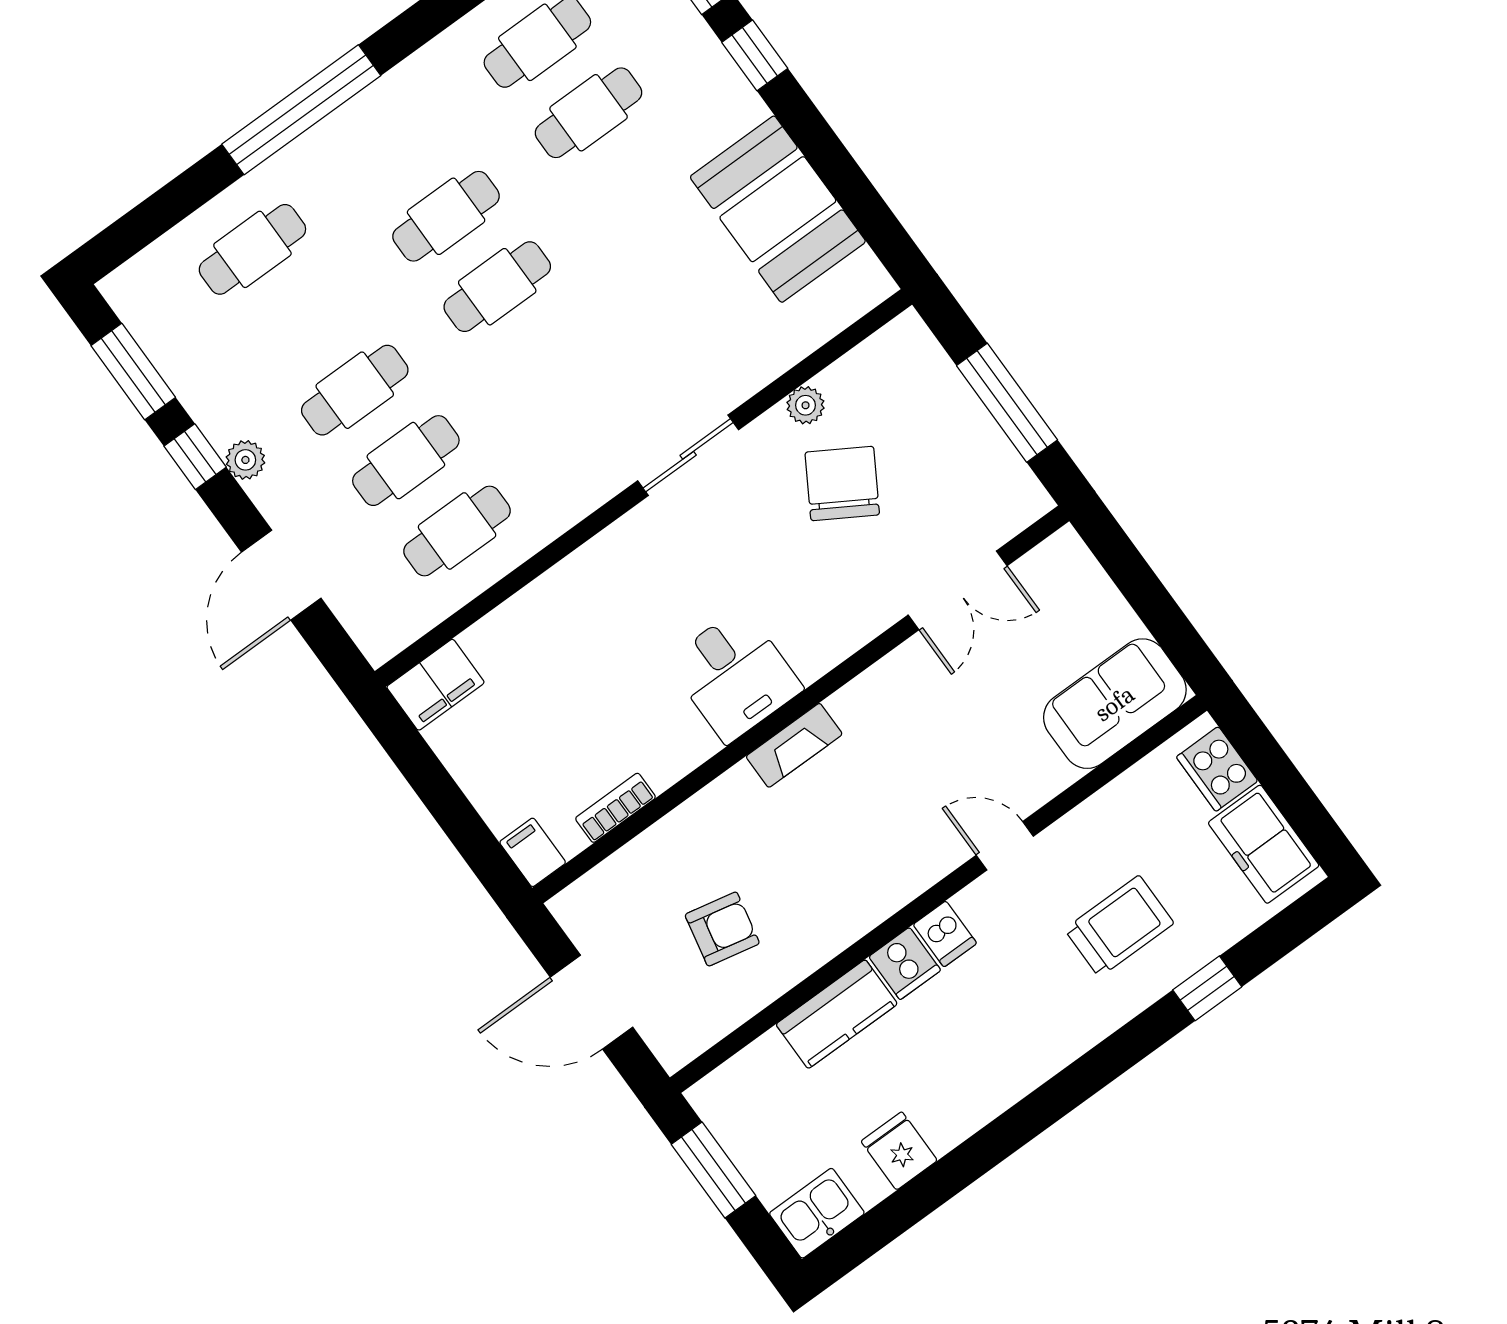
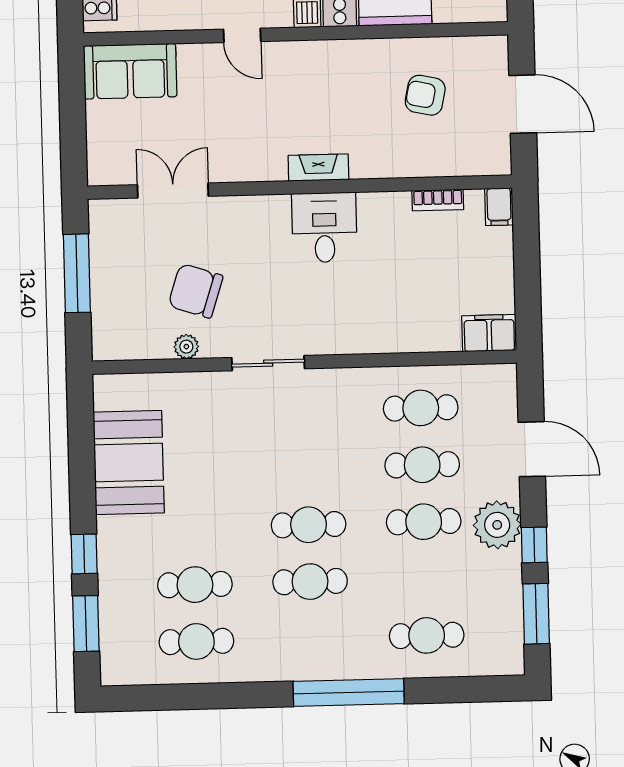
plant: (245, 460) -> (497, 525), width x1.87, depth x1.87
chair: (842, 484) -> (196, 291), turned 77
door: (281, 575) -> (532, 449), hinge flipped

